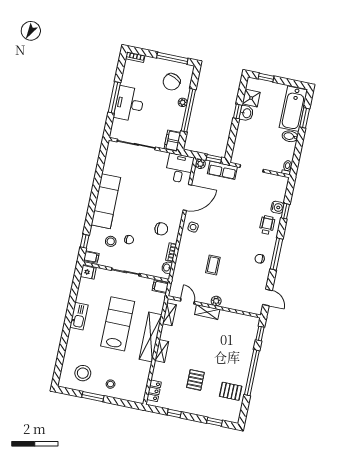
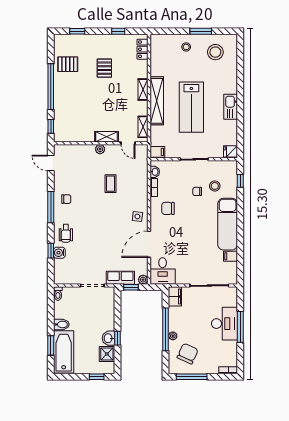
filing cabinet: (91, 257) -> (231, 256), moved

